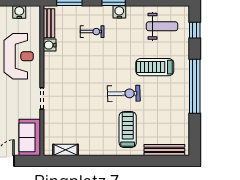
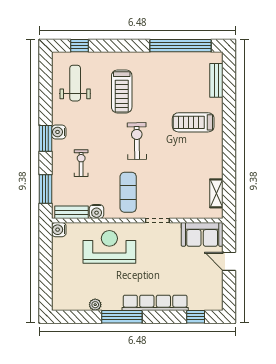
water cooler: (19, 12) -> (59, 230), moved
exercise mat: (67, 73) -> (128, 192), added
window: (195, 86) -> (180, 46), moved
exercise bike: (124, 93) -> (137, 141), moved
bench: (164, 150) -> (216, 80), width x0.73

